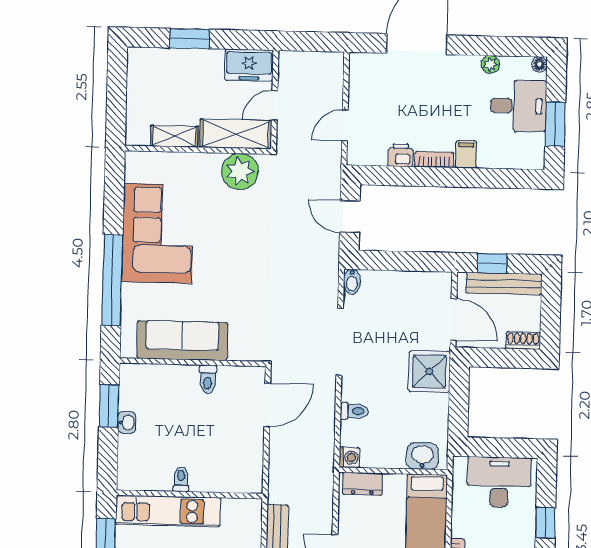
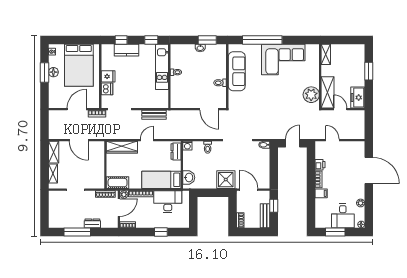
shelving: (174, 136) -> (326, 54), moved
bench: (504, 284) -> (265, 216), width x0.73
door: (454, 319) -> (249, 190), swing flipped
desk: (499, 482) -> (168, 202), moved, turned -90

